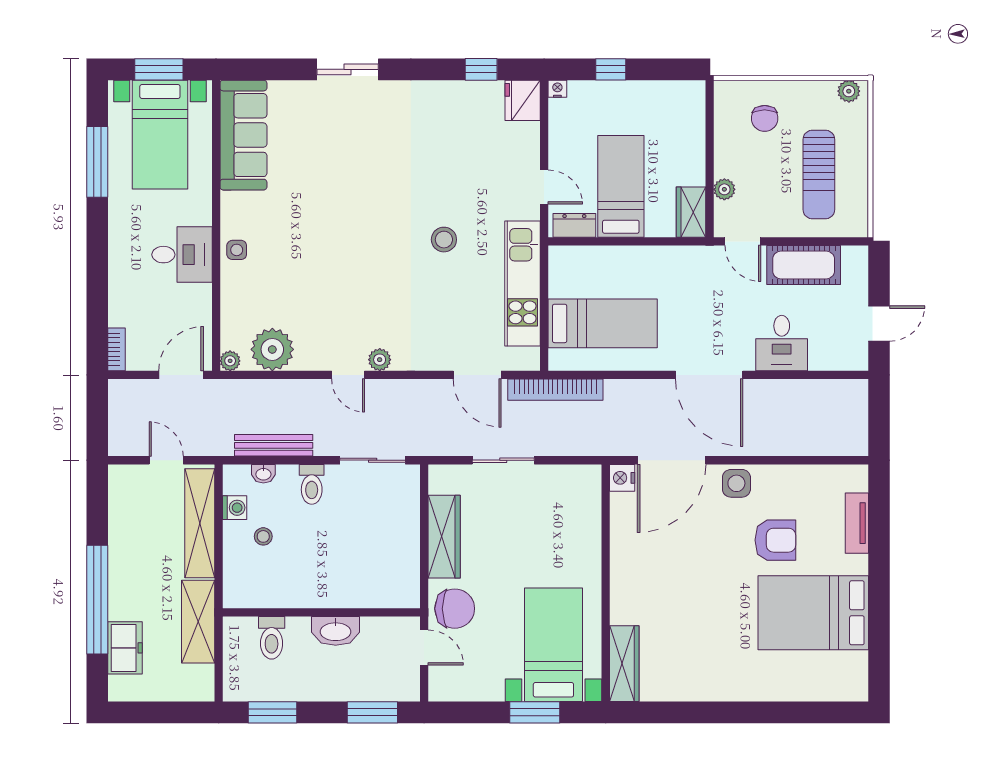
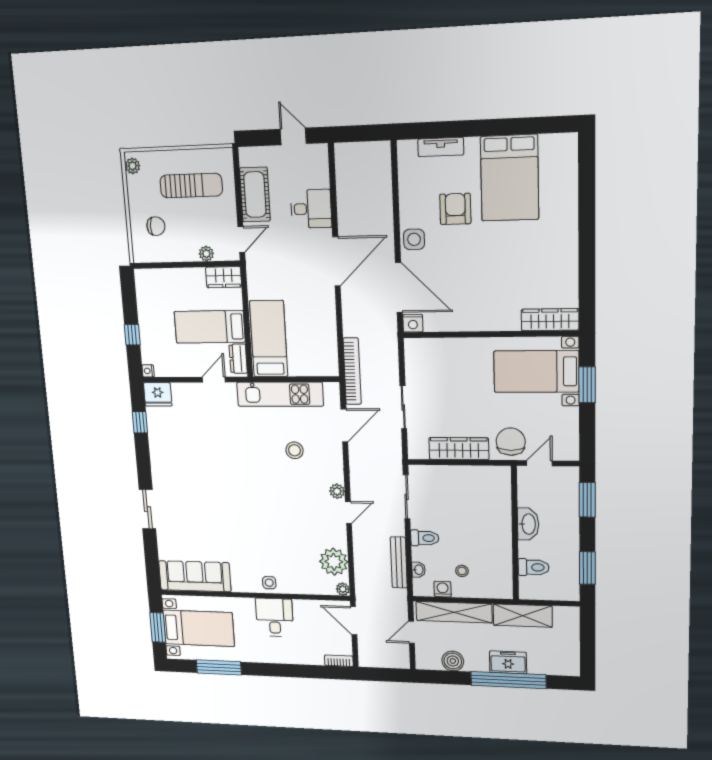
stool: (444, 240) -> (295, 450), moved
bed: (603, 323) -> (269, 339), moved
boiler: (124, 520) -> (453, 661), added
freezer: (125, 648) -> (508, 662), moved

